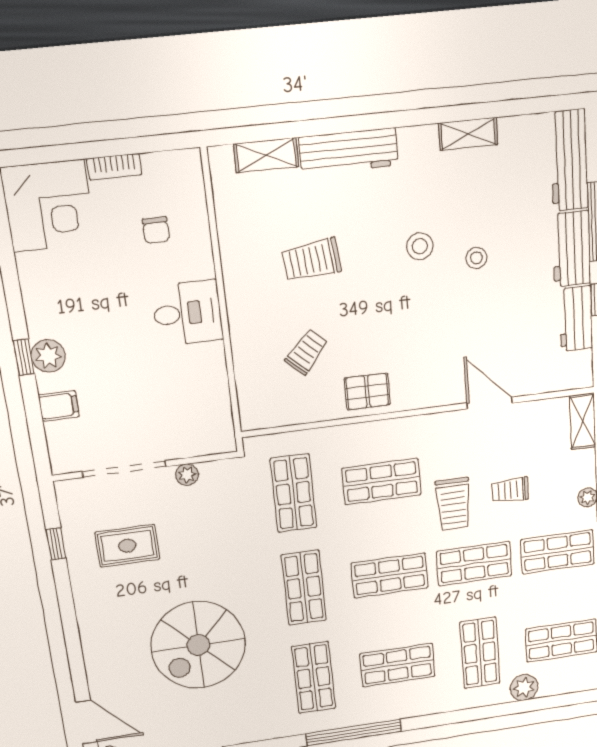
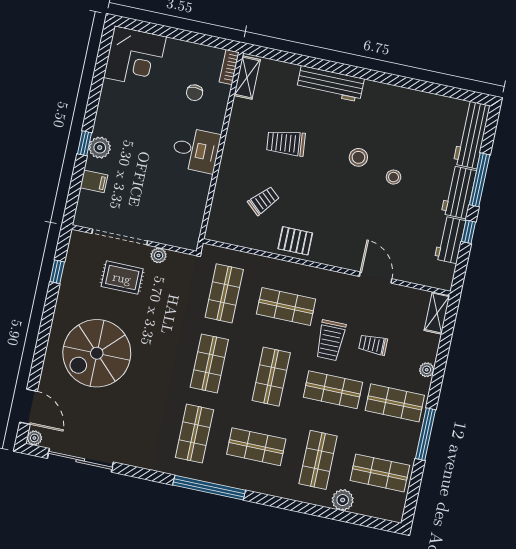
shelving: (468, 134) -> (410, 97), removed
shelving: (266, 155) -> (247, 77), moved, turned 90
bookcase: (114, 167) -> (229, 67), moved, turned 90
rug: (127, 546) -> (122, 278), moved
shop shelf: (390, 576) -> (271, 377), turned 90
spiral stairs: (198, 645) -> (97, 353), moved

